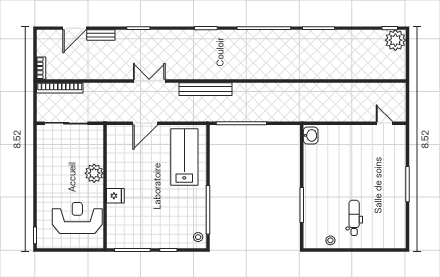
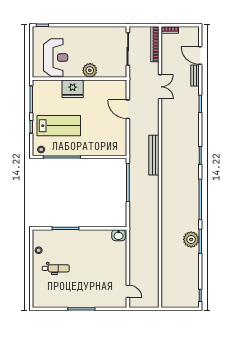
plant: (395, 40) -> (191, 239), moved
double door: (149, 81) -> (160, 87), moved
door: (384, 123) -> (128, 291), hinge flipped
lab bench: (184, 157) -> (59, 126), moved
fridge: (115, 196) -> (73, 89), width x1.88, depth x1.34

